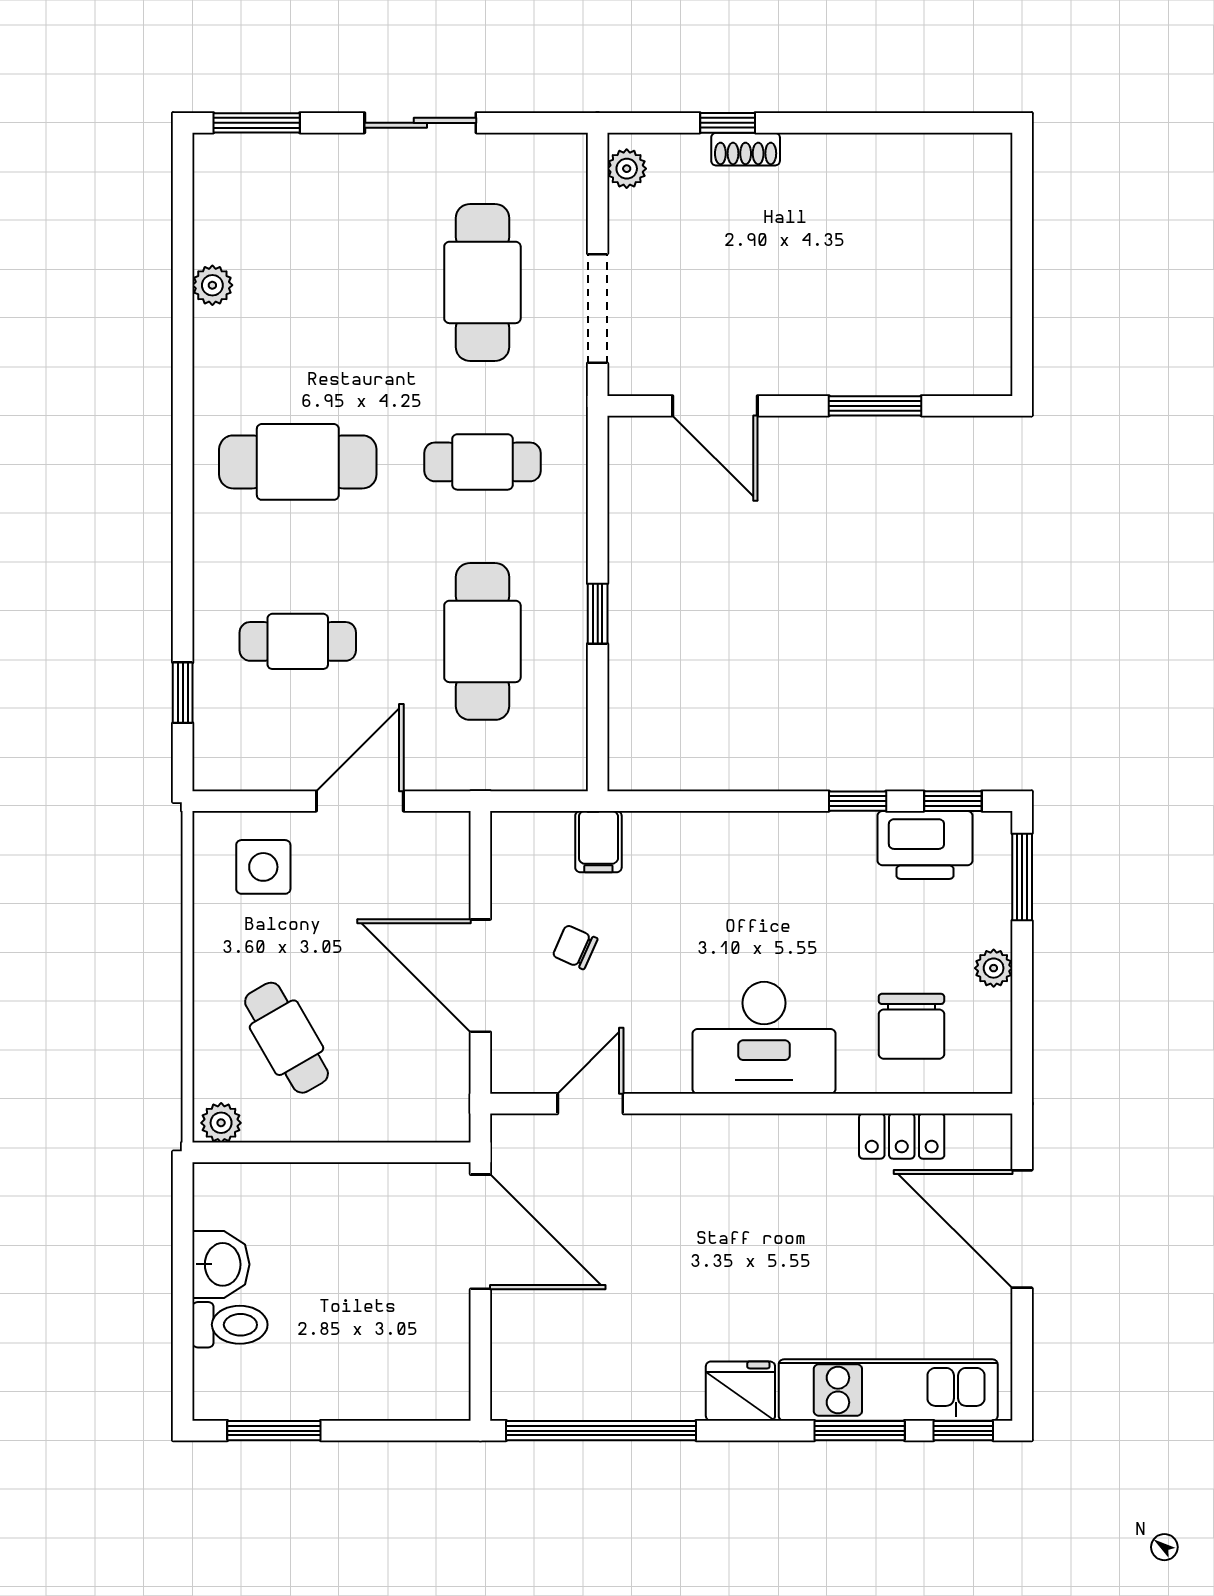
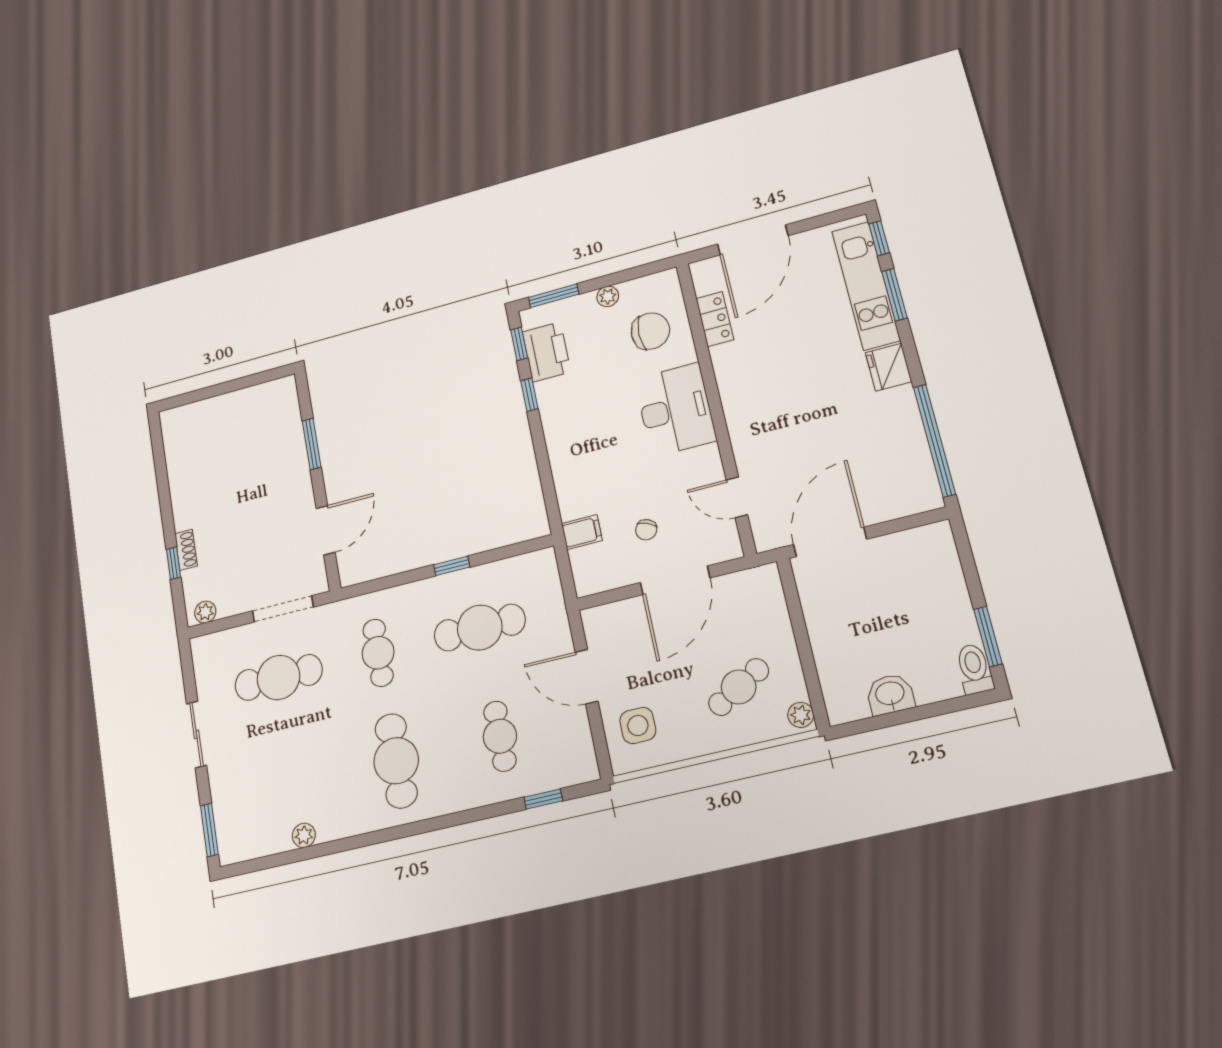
toilet: (230, 1325) -> (974, 669), moved

